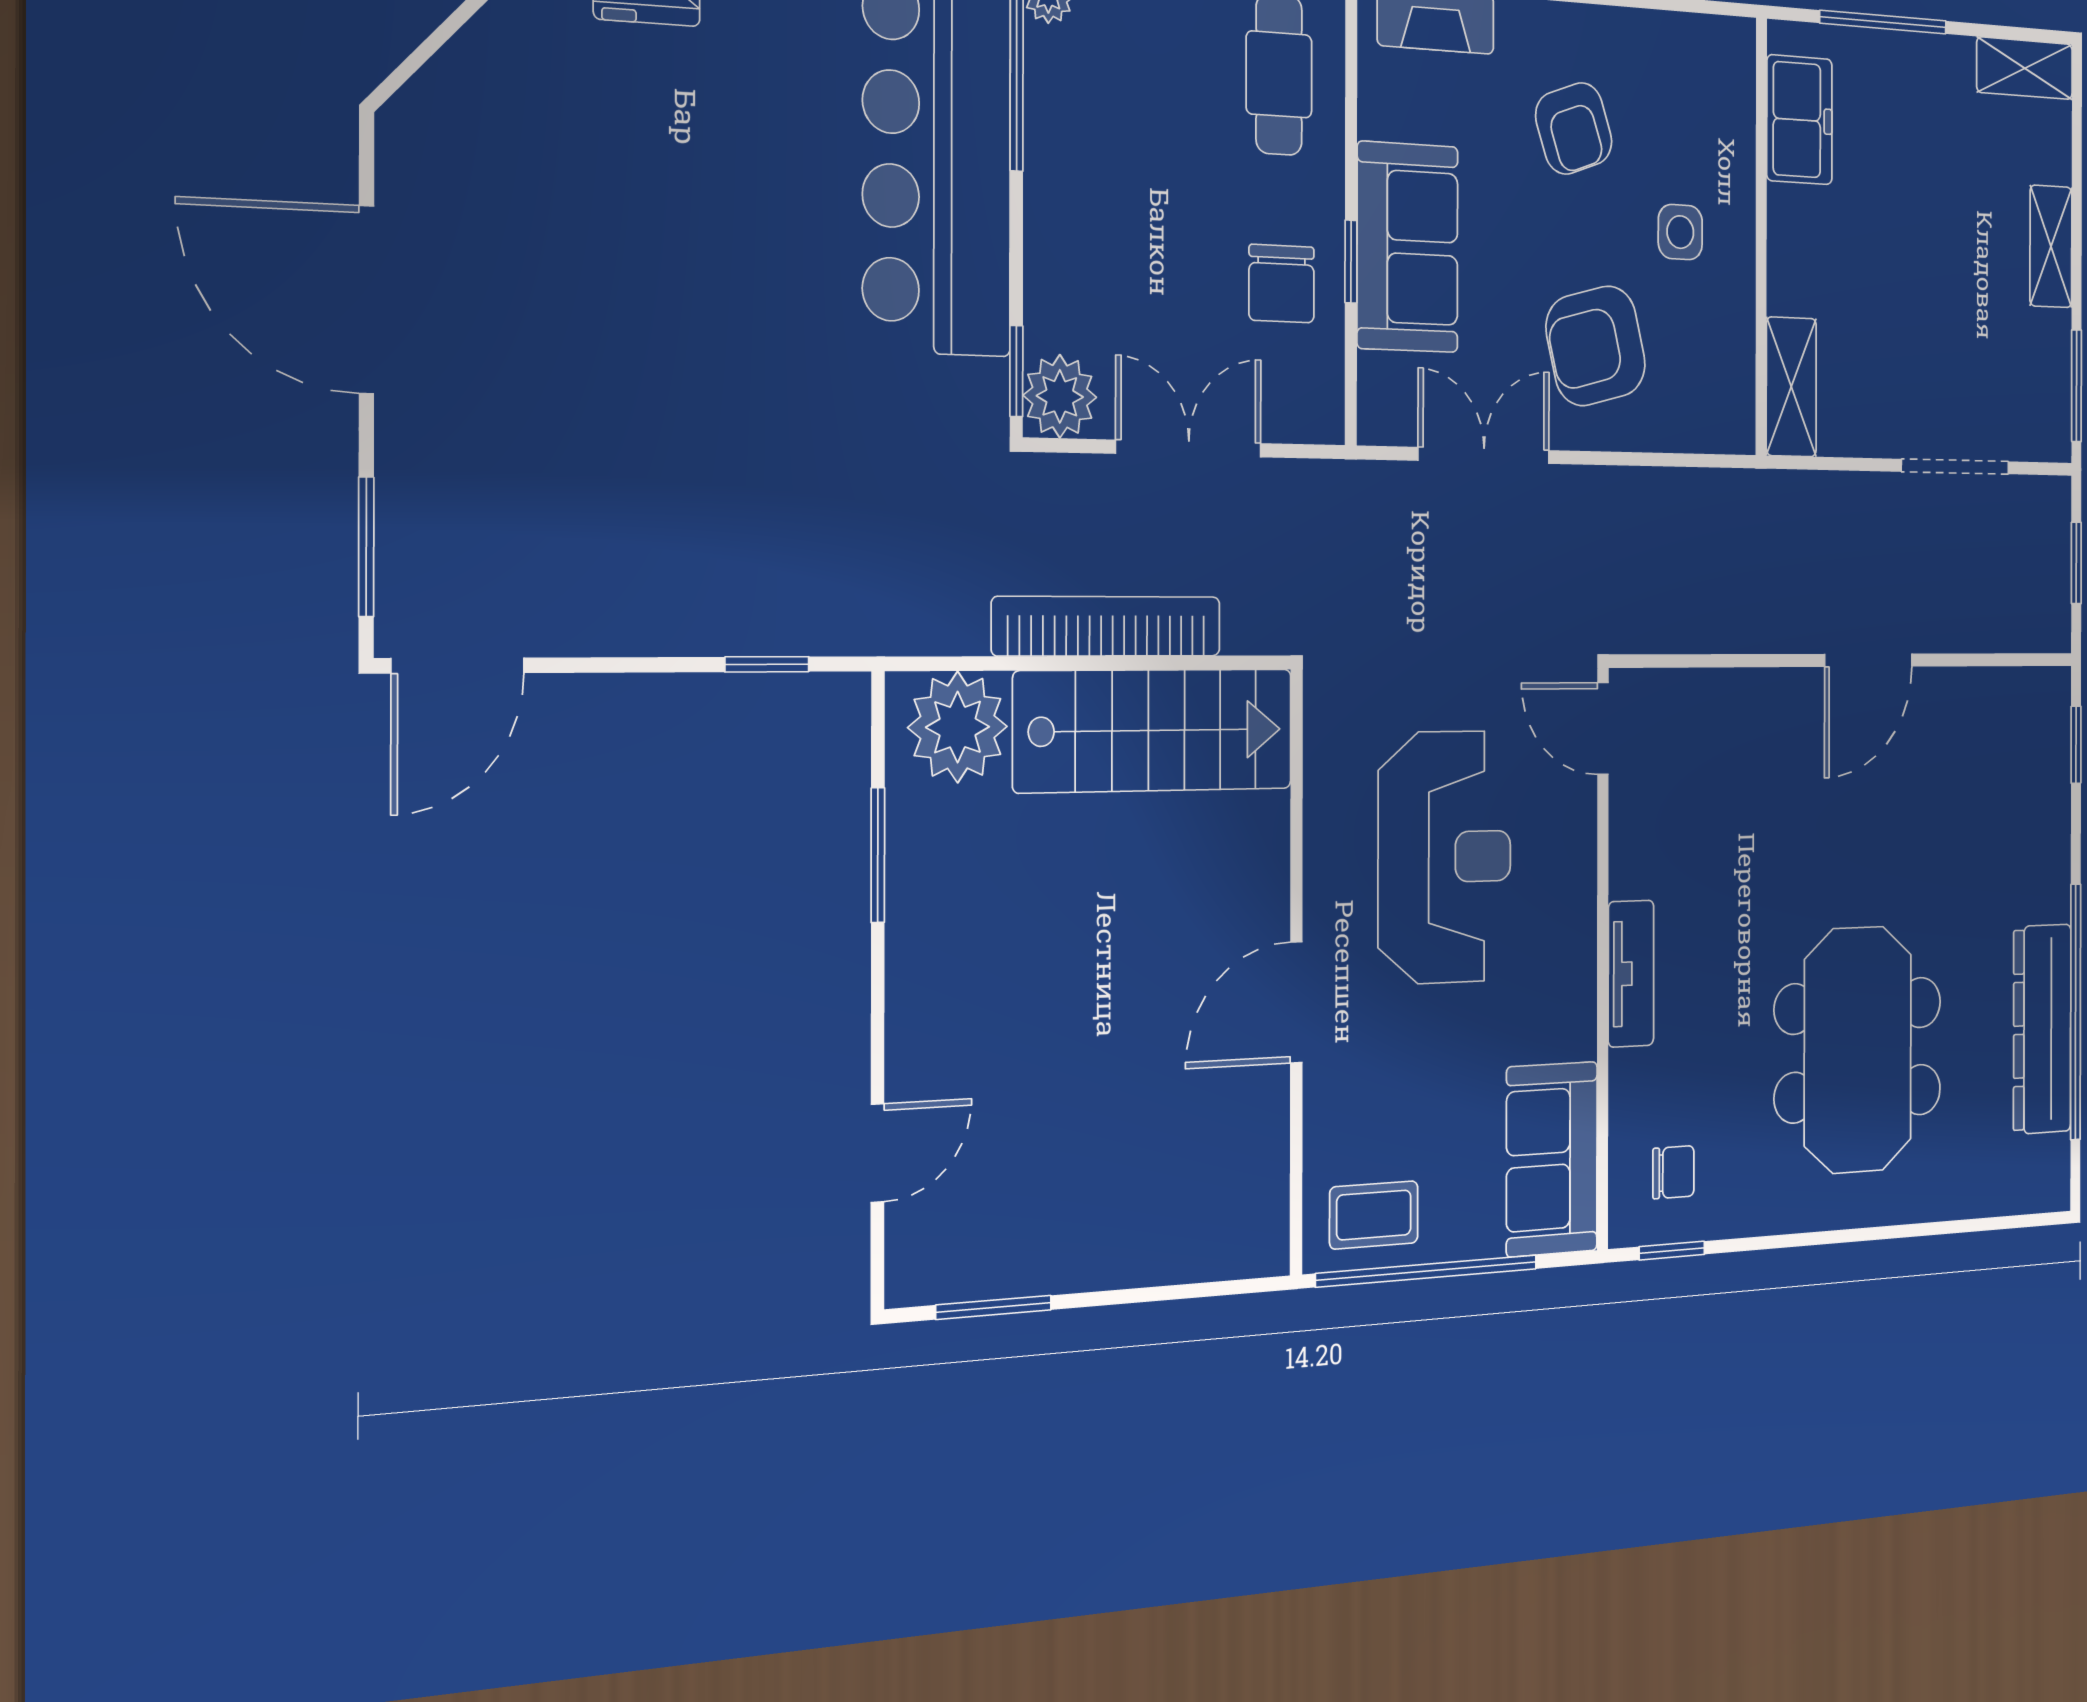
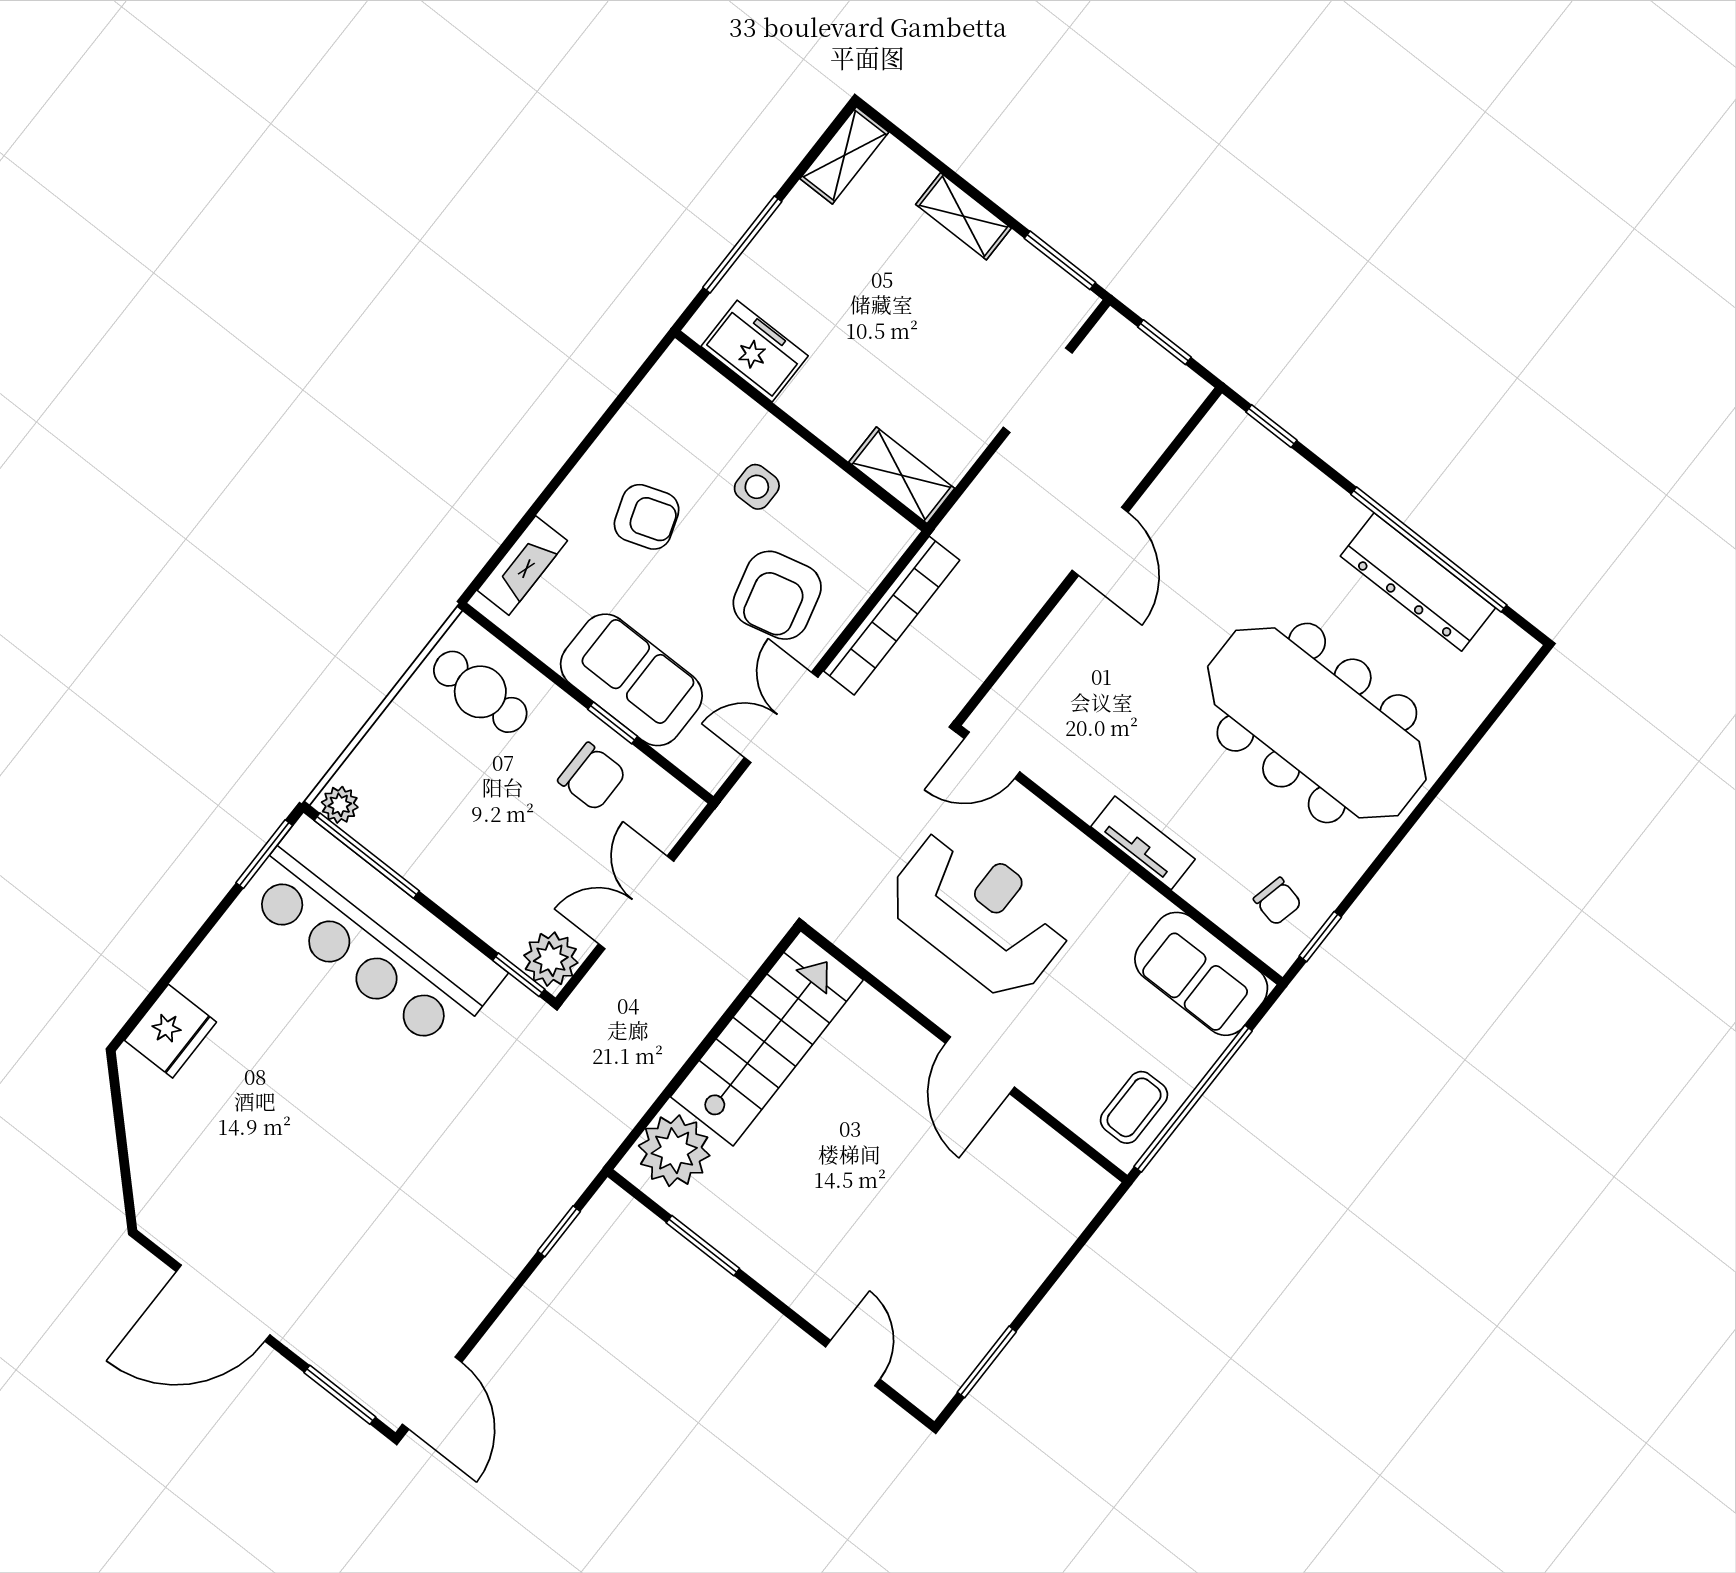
bookcase: (1107, 626) -> (892, 616), moved, turned 180
meeting table: (1858, 1050) -> (1317, 723), width x1.36
chair: (1673, 1172) -> (1278, 901), turned 103

